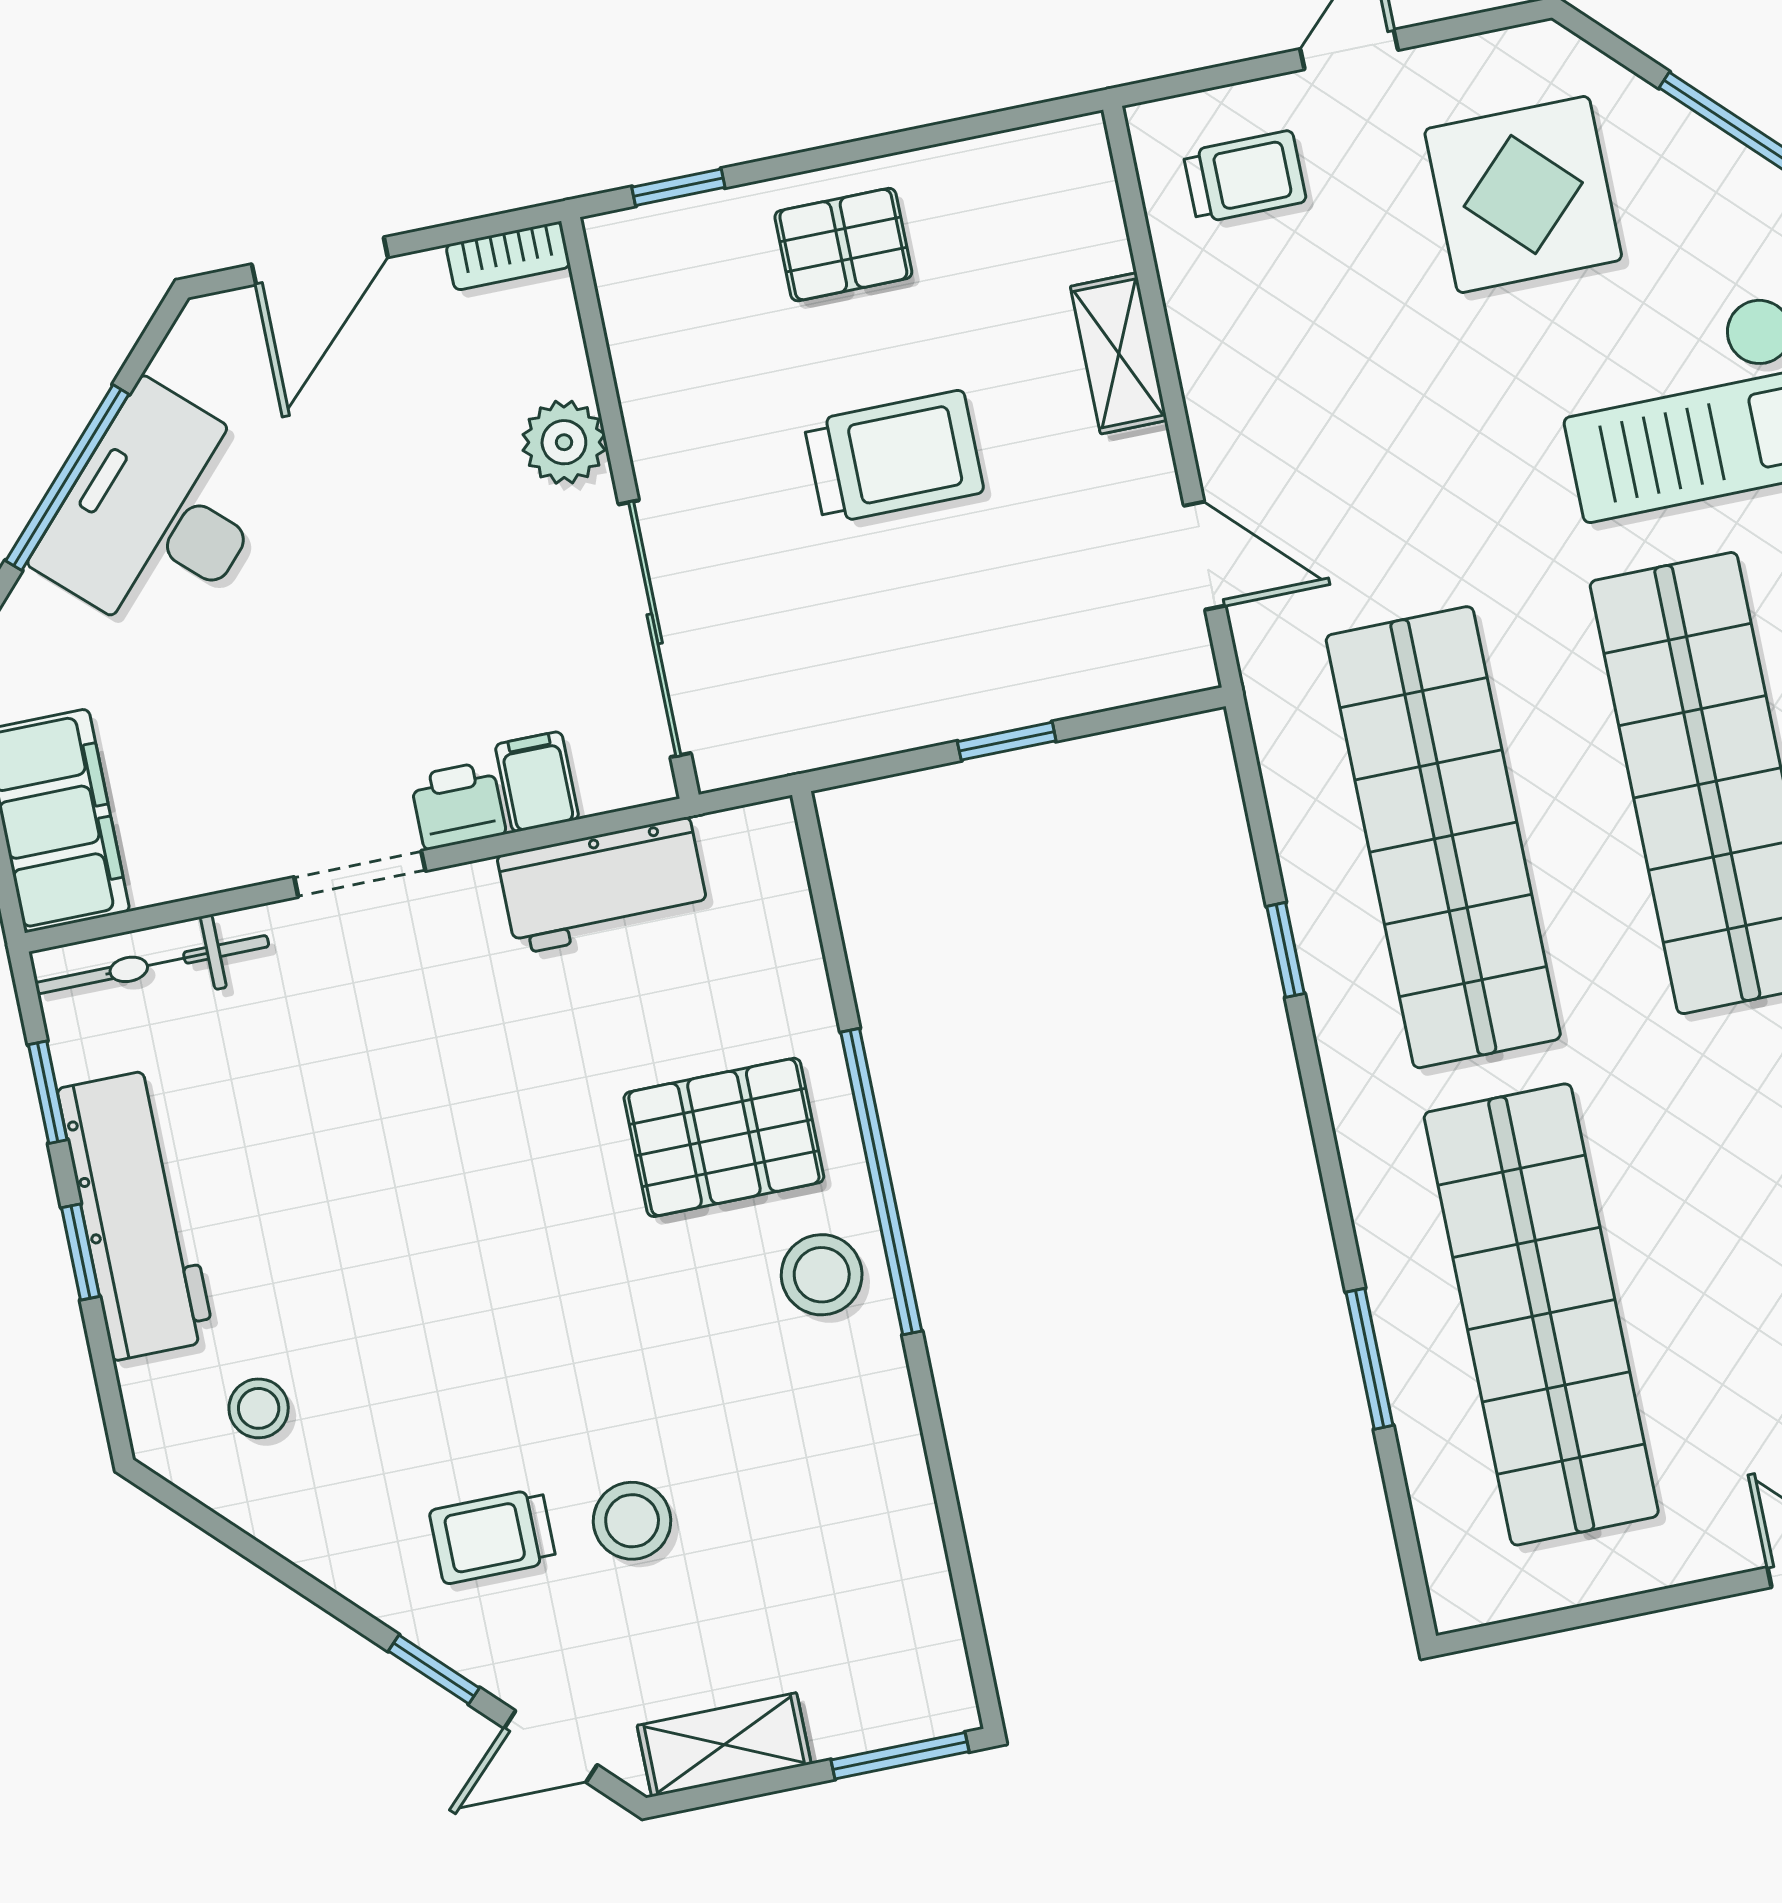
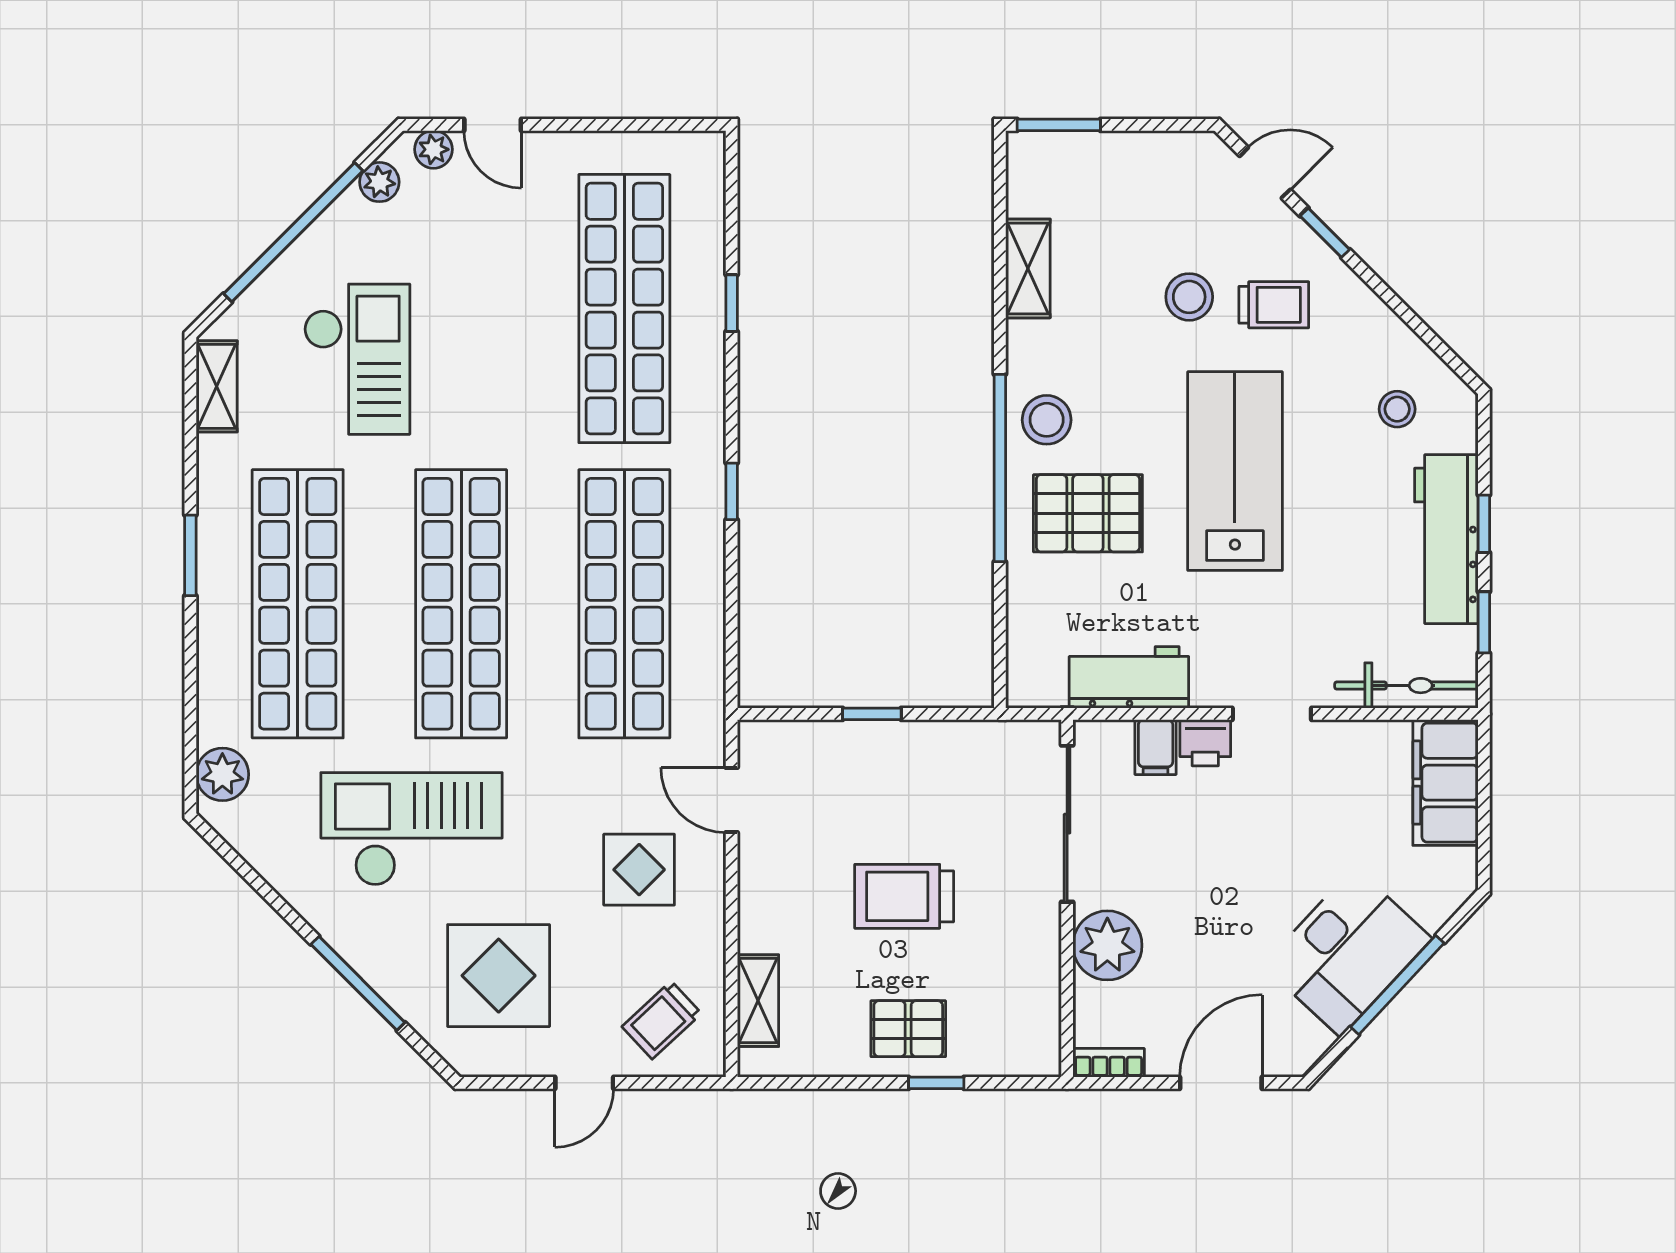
trolley: (1245, 177) -> (662, 1020), turned -43
window: (678, 187) -> (936, 1083), moved
shelving: (1119, 353) -> (758, 1001), moved
display table: (1331, 412) -> (639, 870), added
plant: (564, 442) -> (1107, 945), width x1.36, depth x1.36
window: (1286, 950) -> (732, 491), moved
lab bench: (500, 1254) -> (1235, 471), added
window: (1369, 1359) -> (732, 303), width x0.67
shelving: (724, 1745) -> (1028, 268), moved, turned 90

